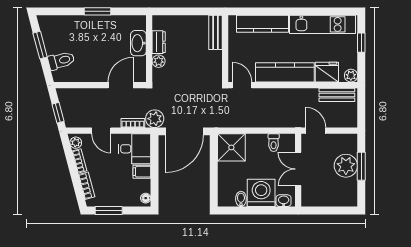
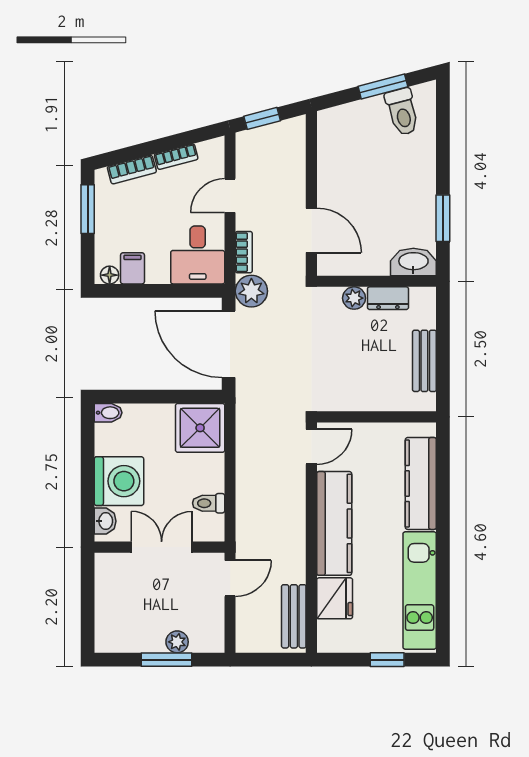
window: (98, 11) -> (443, 218), moved
bench: (216, 32) -> (424, 361), moved, turned 90
washbasin: (138, 43) -> (413, 262), moved
toilet: (61, 61) -> (402, 112), moved
plant: (351, 76) -> (328, 641), removed
plant: (76, 143) -> (209, 150), removed
plant: (346, 166) -> (177, 642), width x0.53, depth x0.53
filing cabinet: (142, 172) -> (132, 268), moved
bidet: (241, 199) -> (108, 413), moved

